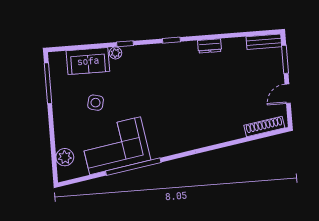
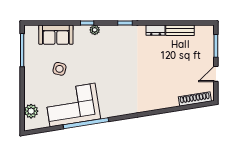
bench: (264, 42) -> (180, 30), moved
plant: (115, 53) -> (95, 30), moved

